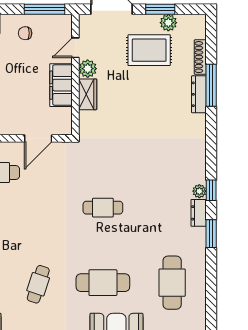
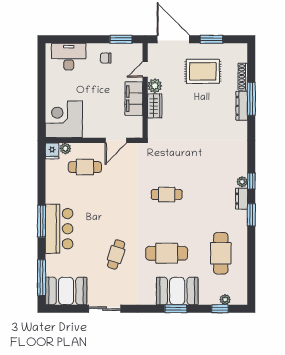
window: (45, 9) -> (121, 39), width x0.69
plant: (168, 23) -> (218, 50), removed

